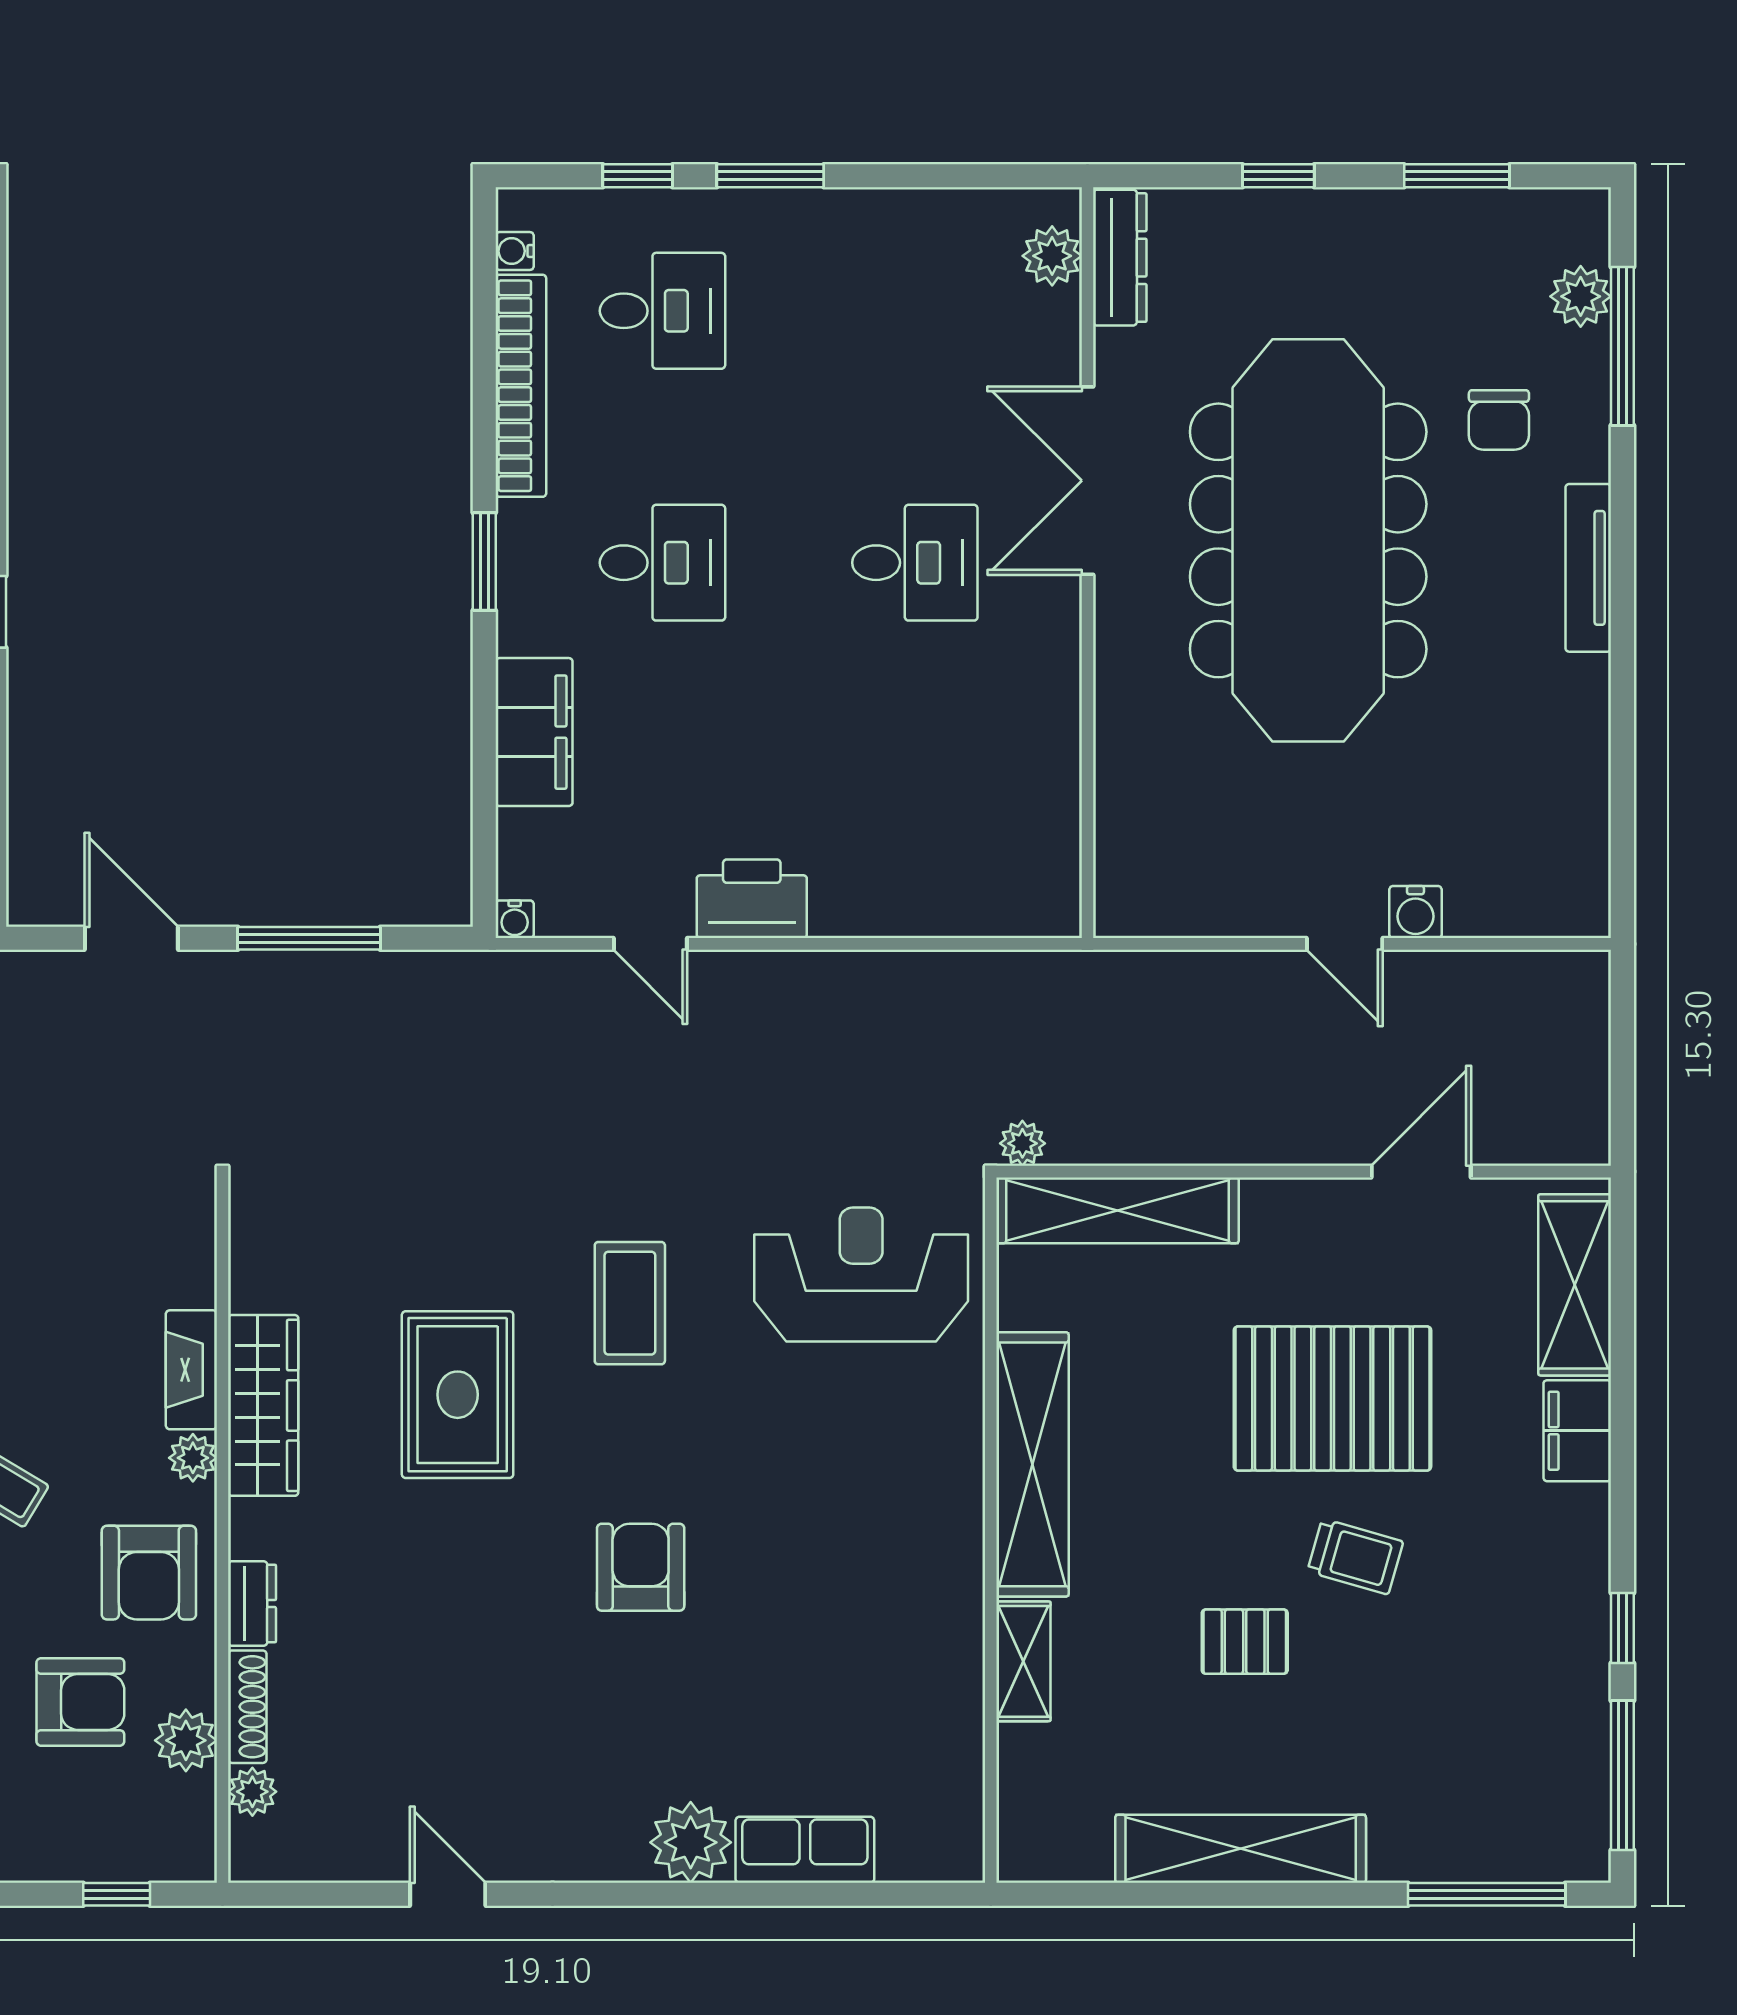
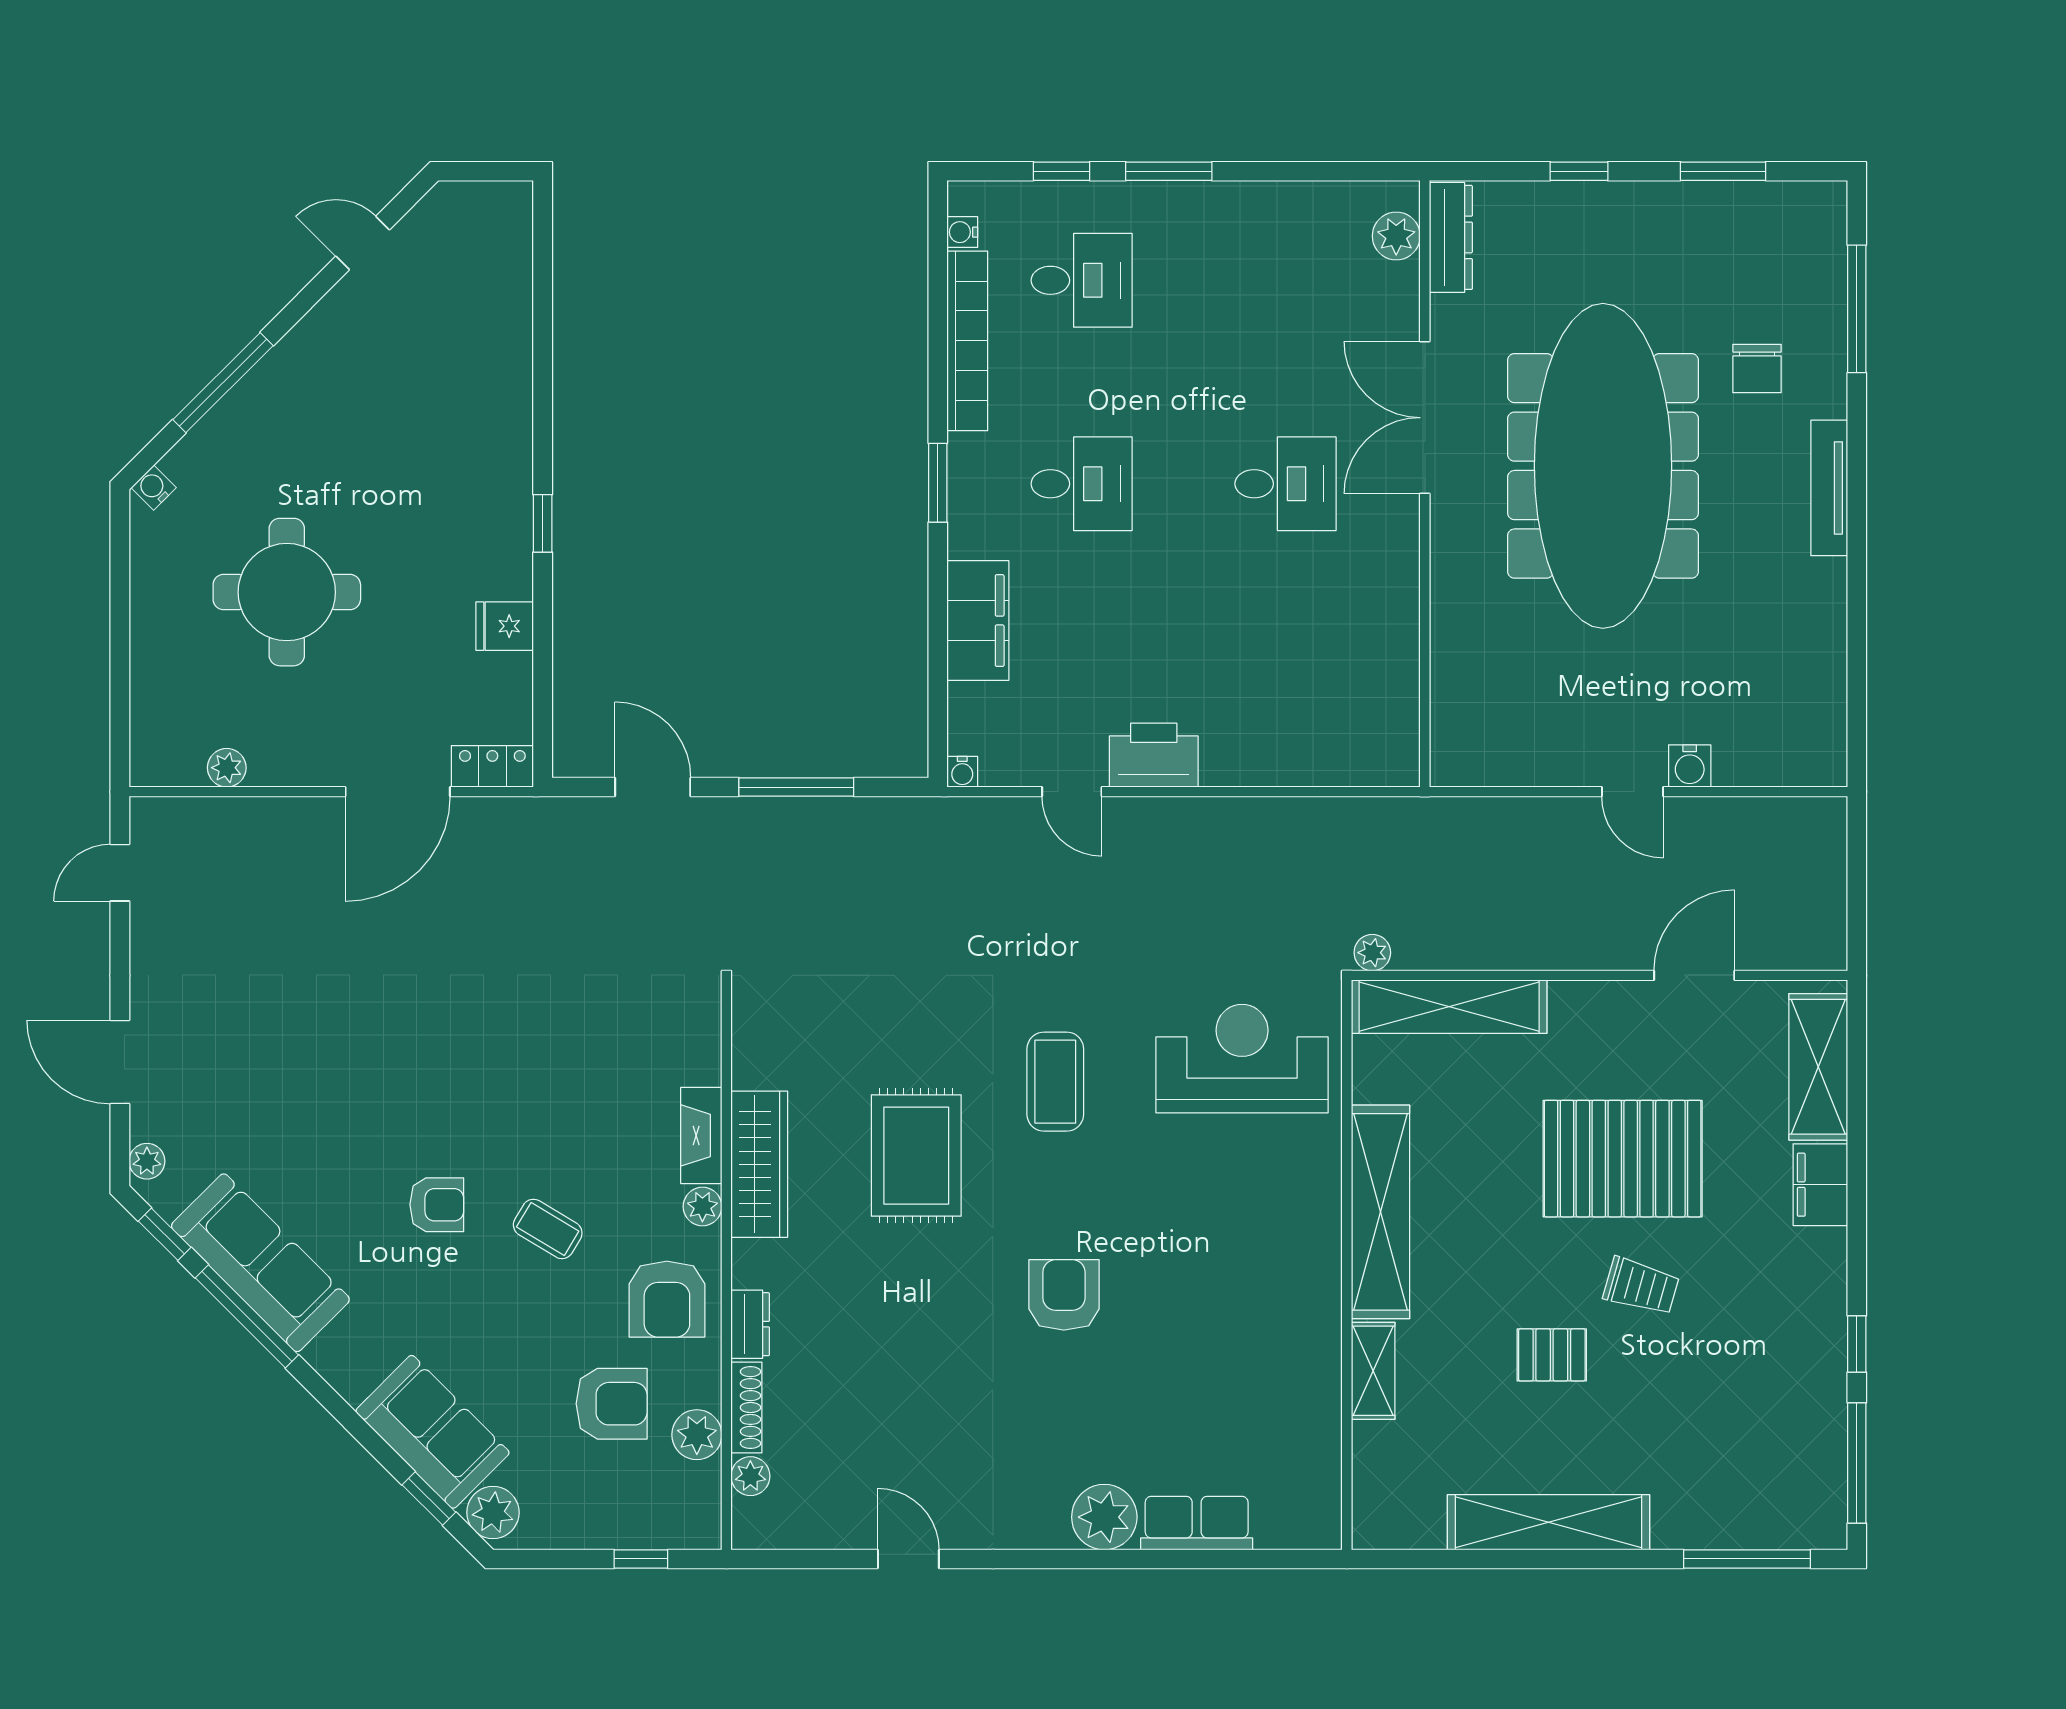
plant: (1581, 296) -> (1823, 269), removed

